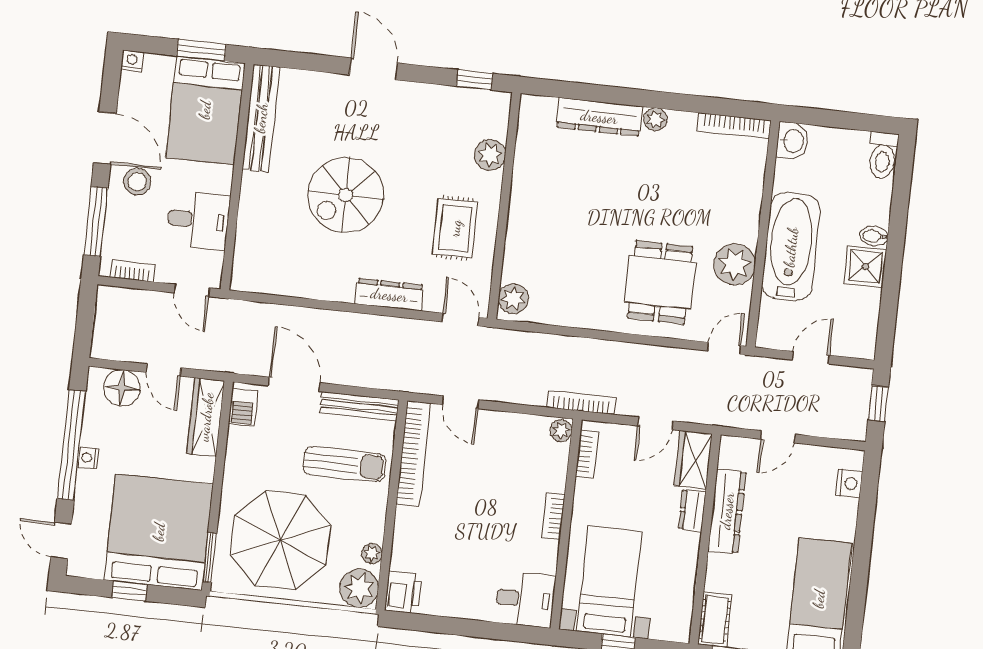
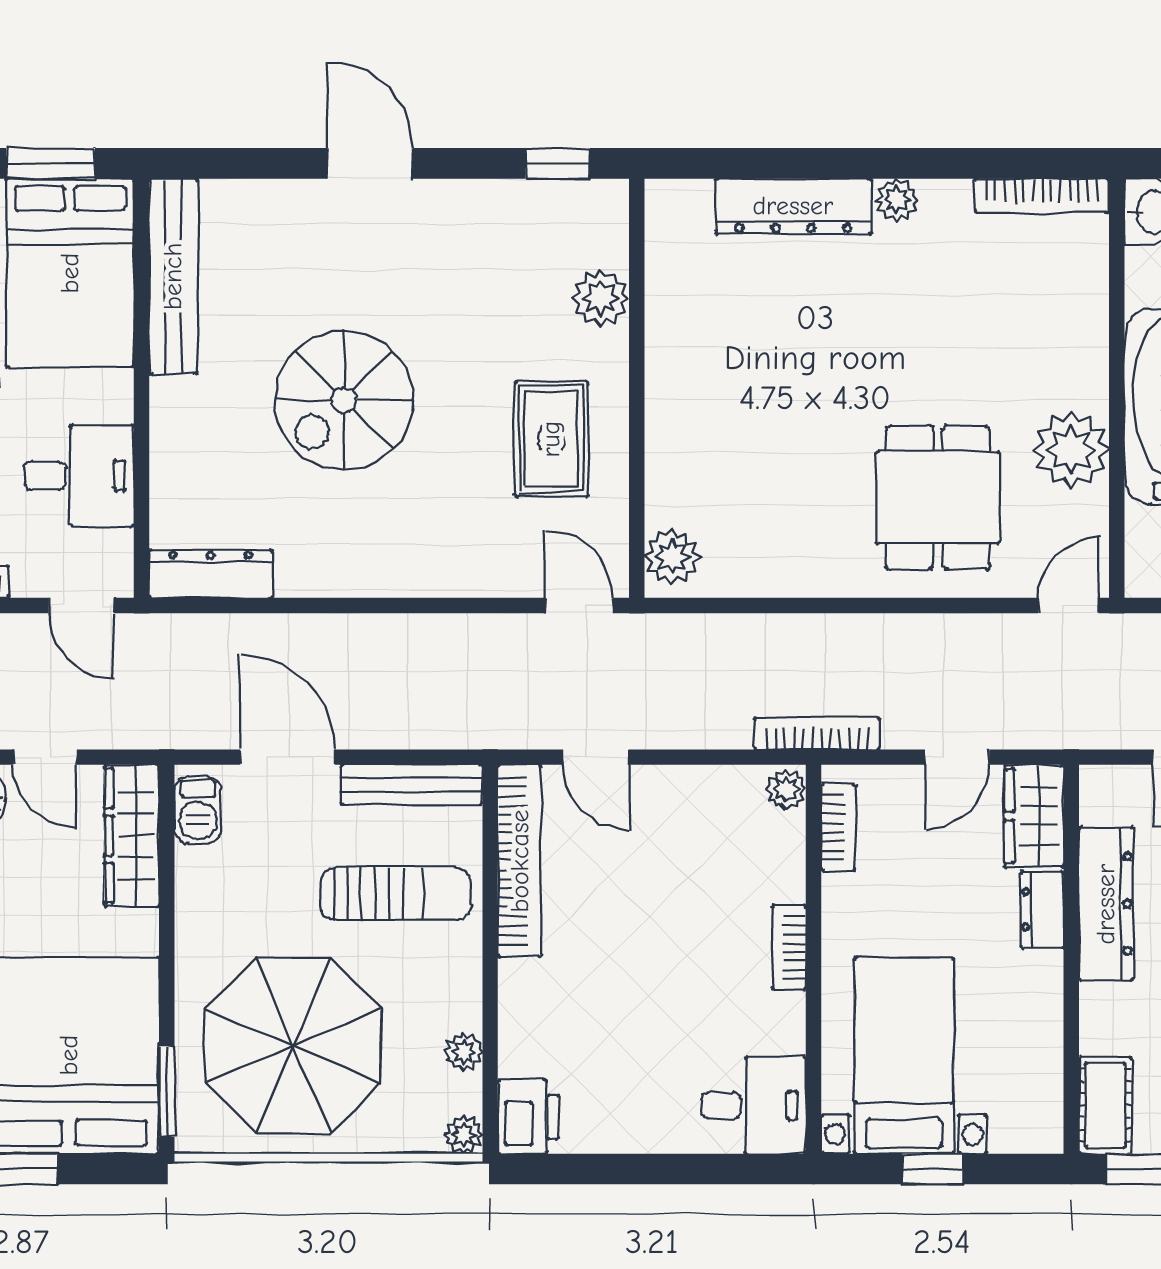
dresser: (389, 295) -> (211, 574), moved
plant: (359, 588) -> (464, 1135), width x0.53, depth x0.53

